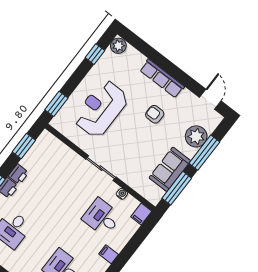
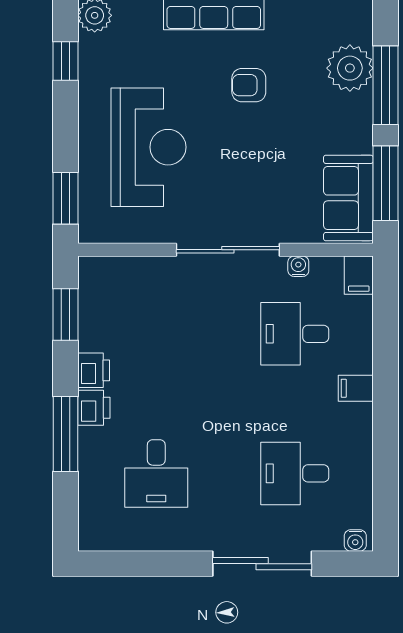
reception desk: (101, 109) -> (149, 147), turned 180
sliding door: (101, 168) -> (228, 250), width x1.37
sofa: (170, 169) -> (348, 198), moved

